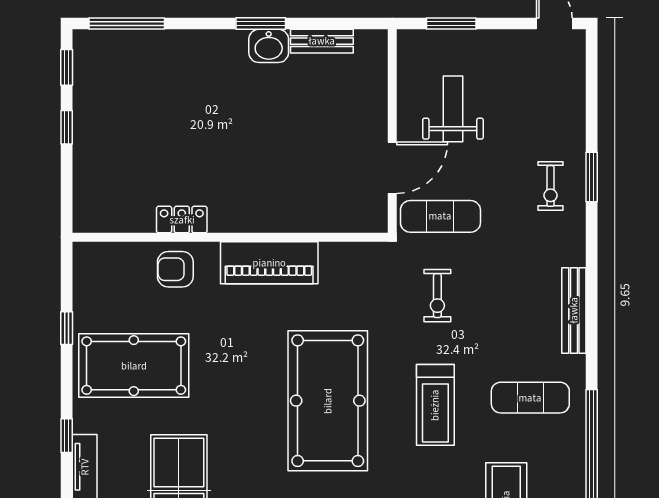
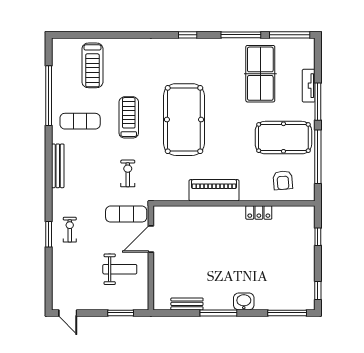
window: (261, 24) -> (218, 313), width x1.44
washbasin: (269, 46) -> (244, 301), moved
weight bench: (453, 109) -> (120, 269), turned -90
window: (67, 127) -> (318, 237), moved
armchair: (175, 269) -> (283, 180), moved, turned 86
window: (67, 328) -> (318, 157), width x3.17
window: (67, 436) -> (318, 102), width x2.17

